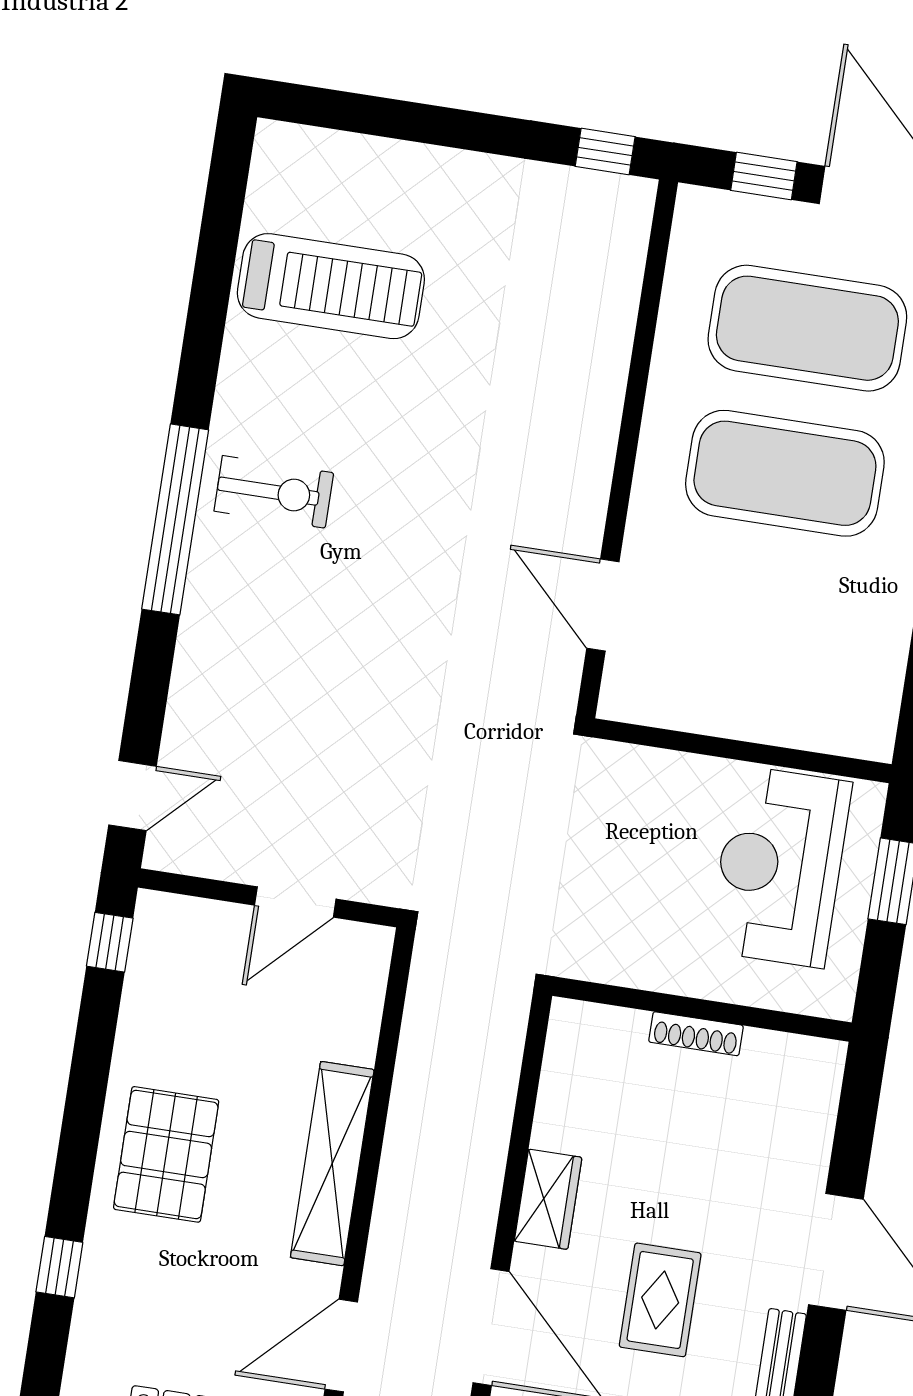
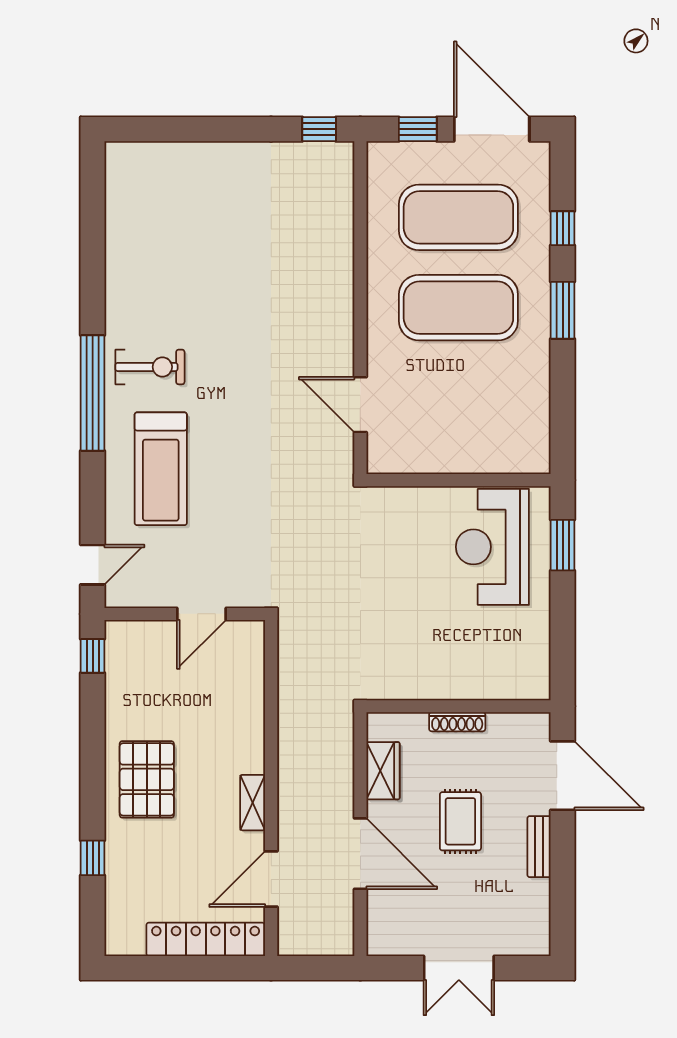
treadmill: (331, 286) -> (161, 469), moved, turned 90
wall: (702, 1009) -> (458, 706), moved
shoe rack: (696, 1034) -> (457, 722), moved
shelving: (332, 1164) -> (253, 803), width x0.45, depth x0.75

